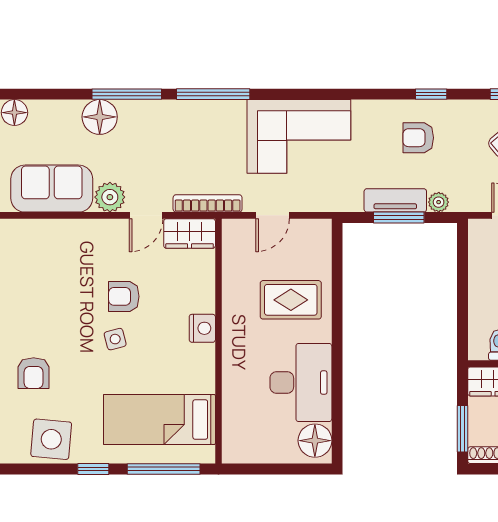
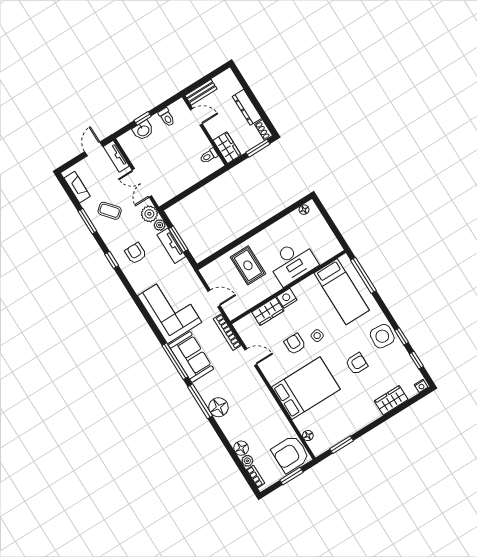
armchair: (418, 138) -> (136, 253), turned 180
sofa: (52, 189) -> (191, 357), moved, turned 180
plant: (110, 197) -> (149, 214), moved
wardrobe: (190, 234) -> (268, 311), moved, turned 90
bed: (45, 271) -> (306, 388), added
armchair: (124, 296) -> (295, 344), turned 180
desk: (301, 383) -> (293, 262), moved, turned 180
floor lamp: (315, 441) -> (304, 210), width x0.53, depth x0.53
window: (93, 469) -> (402, 336), moved

